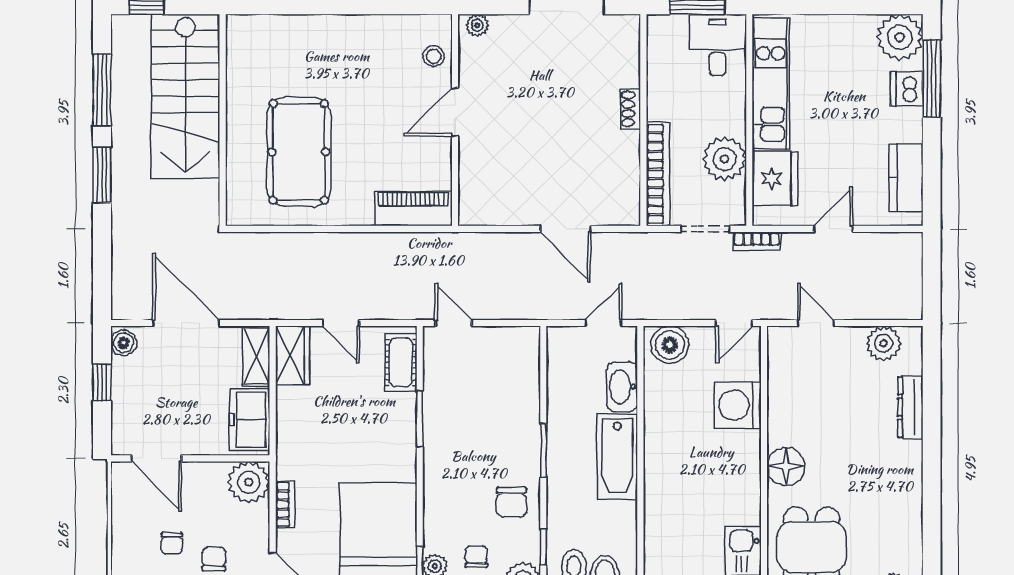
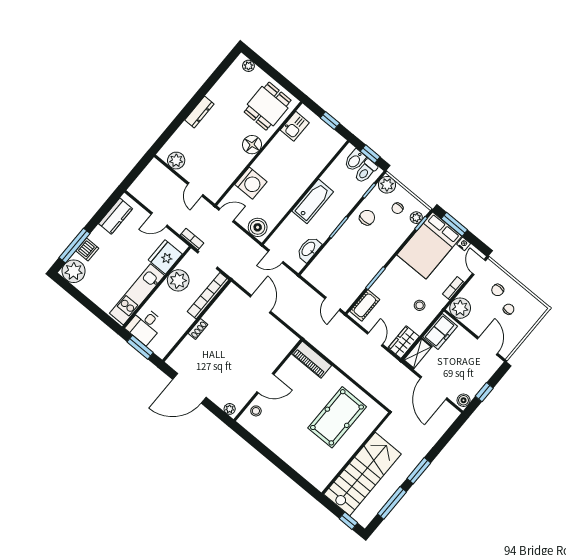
washbasin: (622, 387) -> (309, 249), moved, turned 180
dresser: (910, 407) -> (199, 112), moved
stool: (316, 434) -> (420, 305), added

